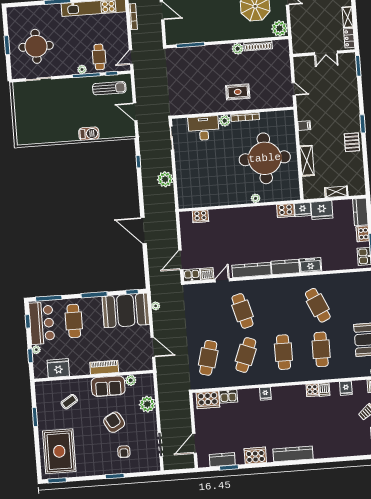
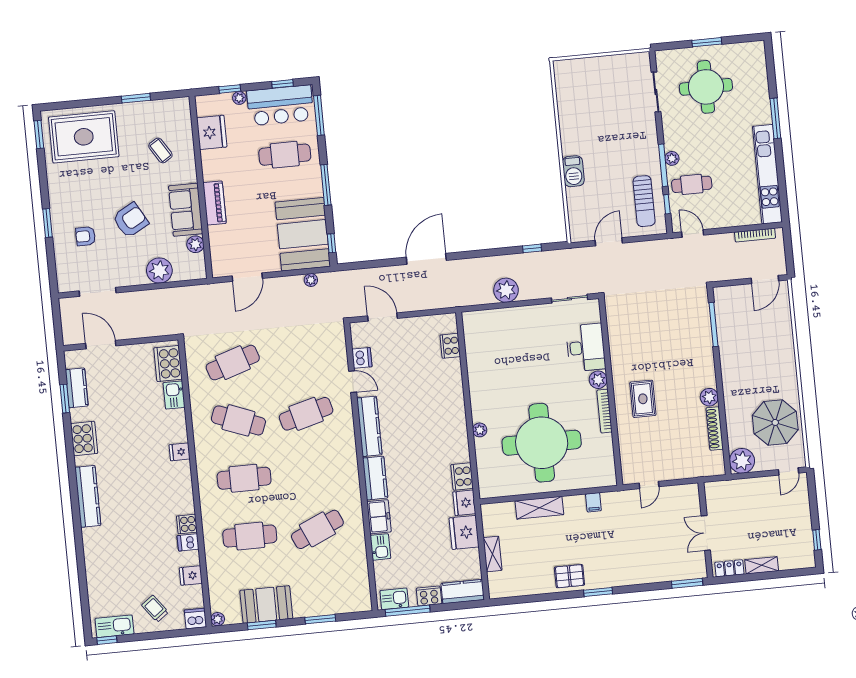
kitchen sink: (192, 275) -> (380, 547), moved
cafe table: (208, 358) -> (233, 363), turned -33

